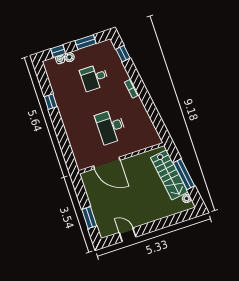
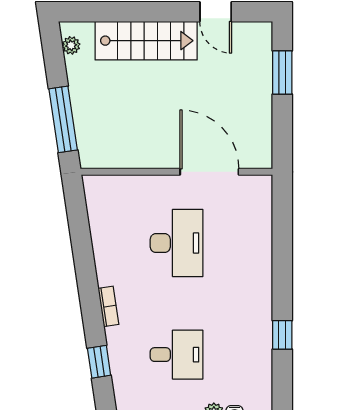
window: (123, 54) -> (99, 362), moved
window: (184, 174) -> (63, 119), moved
stairs: (169, 175) -> (146, 41), moved, turned 98

